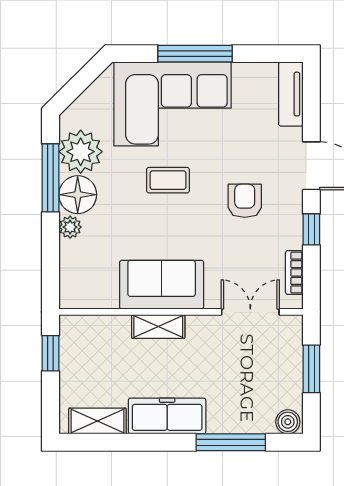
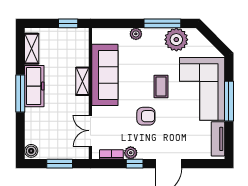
tv unit: (291, 94) -> (218, 139), moved, turned -90
floor lamp: (78, 195) -> (153, 38), removed
armchair: (245, 201) -> (146, 116), moved
plant: (291, 237) -> (131, 153), added
sofa: (162, 285) -> (105, 75), width x1.36
double door: (250, 312) -> (90, 131), swing flipped
window: (231, 442) -> (20, 94), moved

